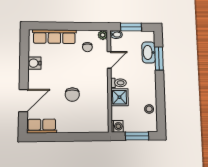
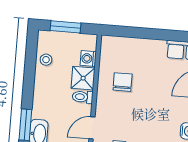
chair: (72, 95) -> (123, 82), moved
washing machine: (117, 126) -> (88, 59), moved

